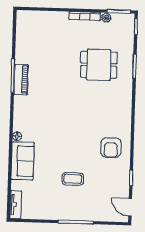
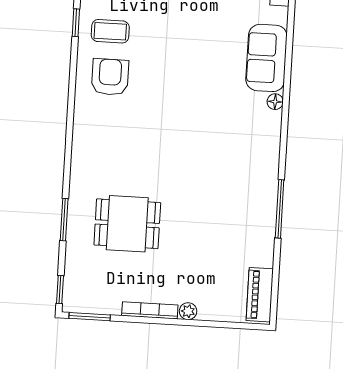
plant: (106, 18) -> (188, 311), moved
piano: (21, 79) -> (260, 295), moved
coffee table: (73, 179) -> (110, 31), moved

